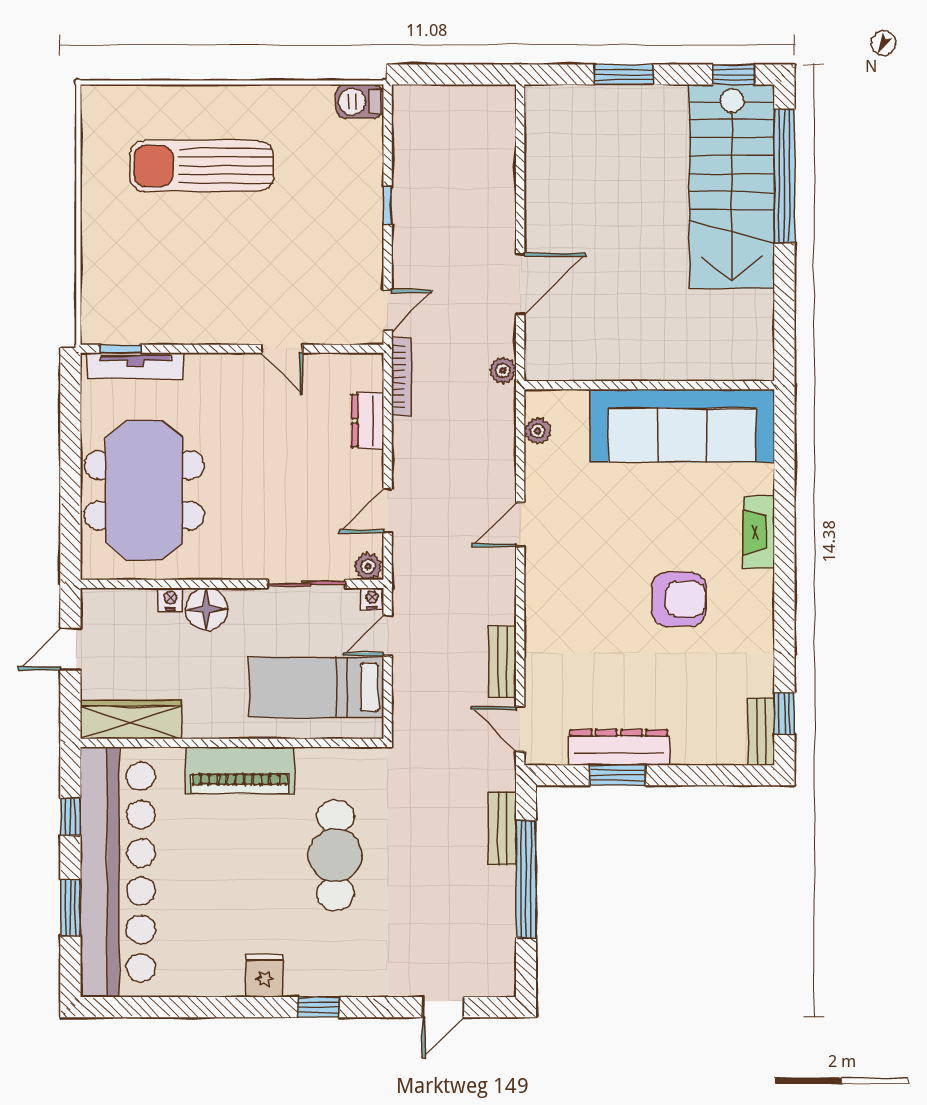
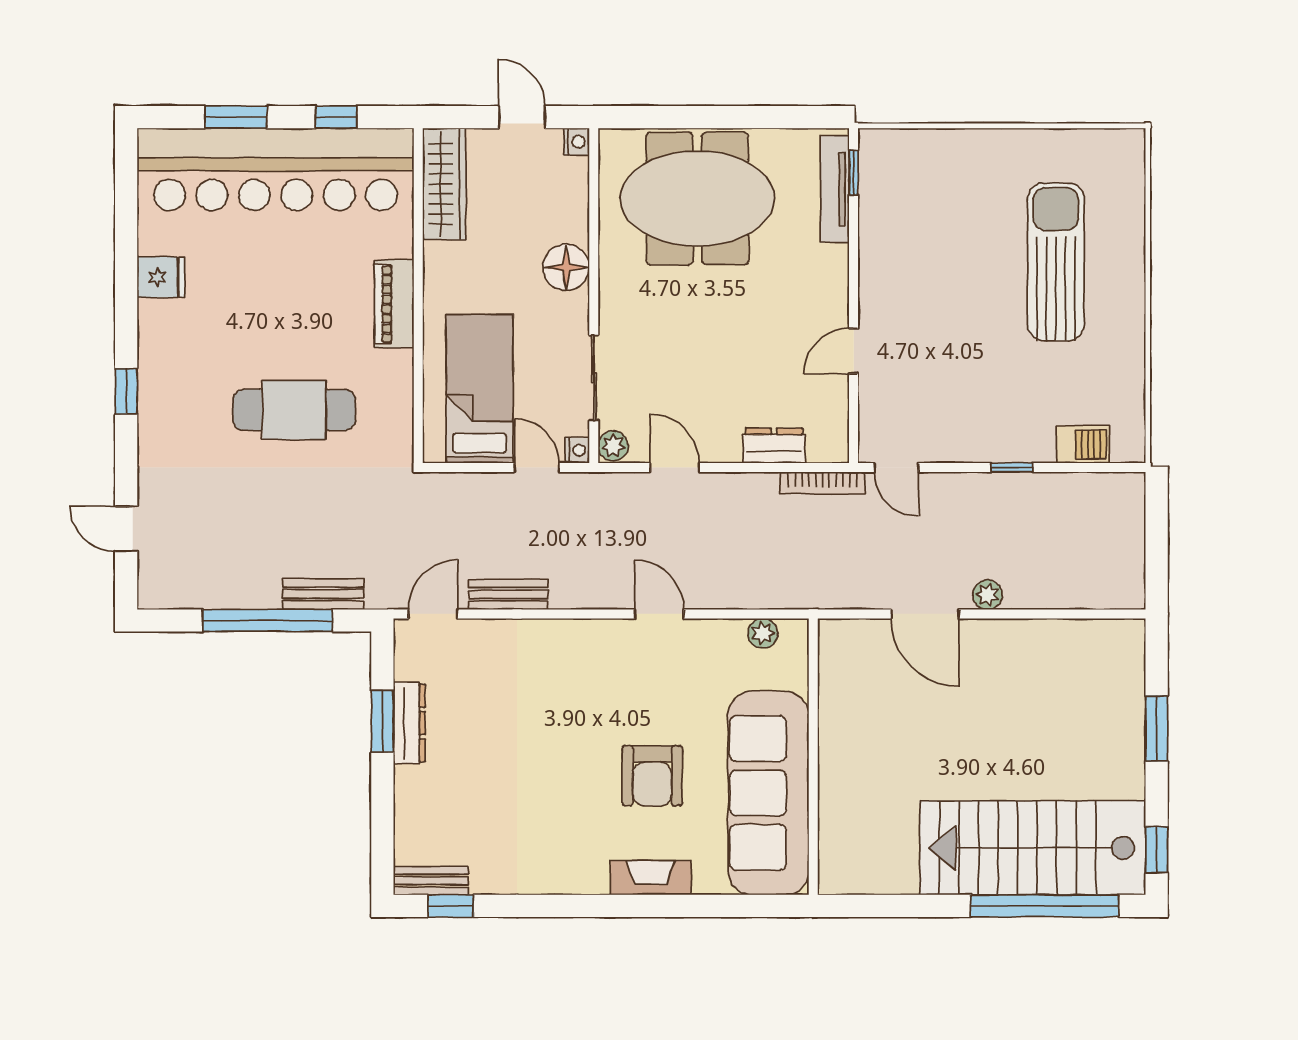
barbecue: (360, 101) -> (1083, 444), moved, turned 90
plant: (503, 370) -> (988, 595), moved
armchair: (679, 599) -> (652, 776), moved
nightstand: (170, 600) -> (577, 142), moved
dresser: (619, 747) -> (409, 723), width x0.73, depth x0.80
piano: (240, 770) -> (394, 304), width x0.73, depth x0.75
fridge: (265, 975) -> (161, 277), moved

